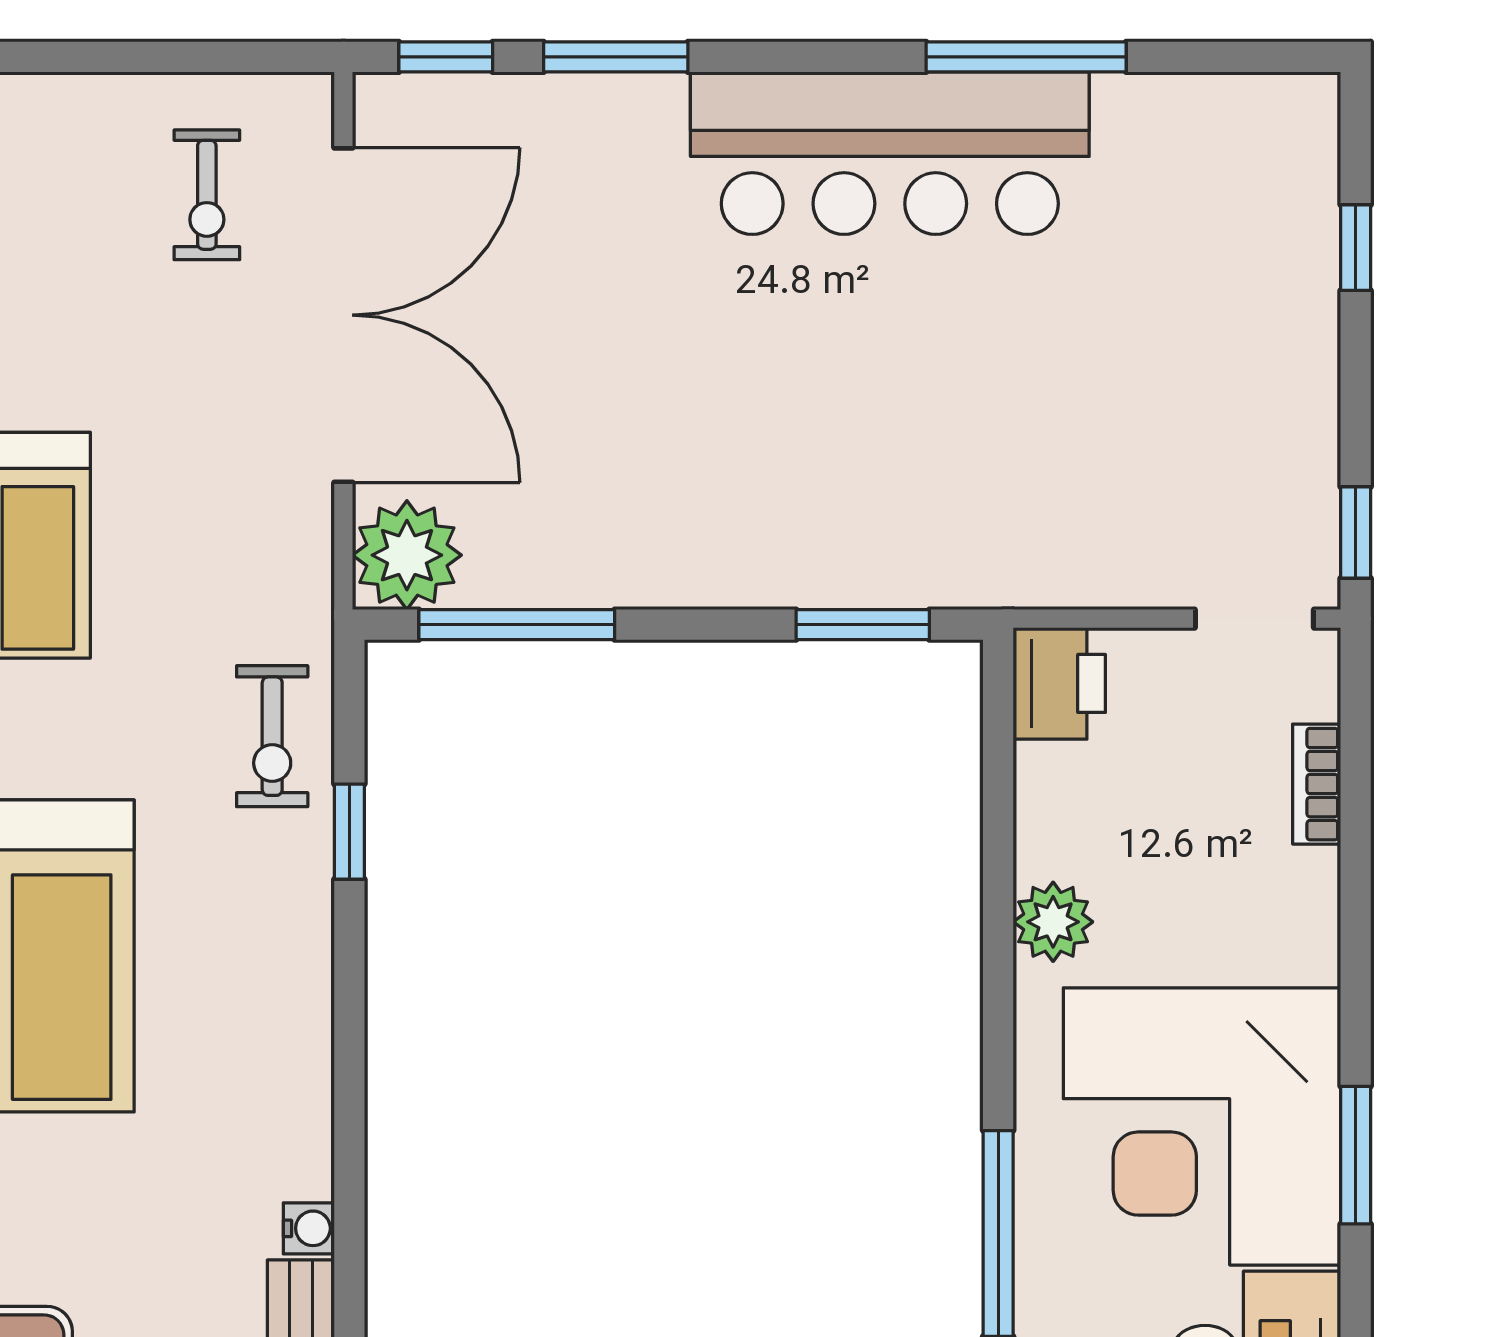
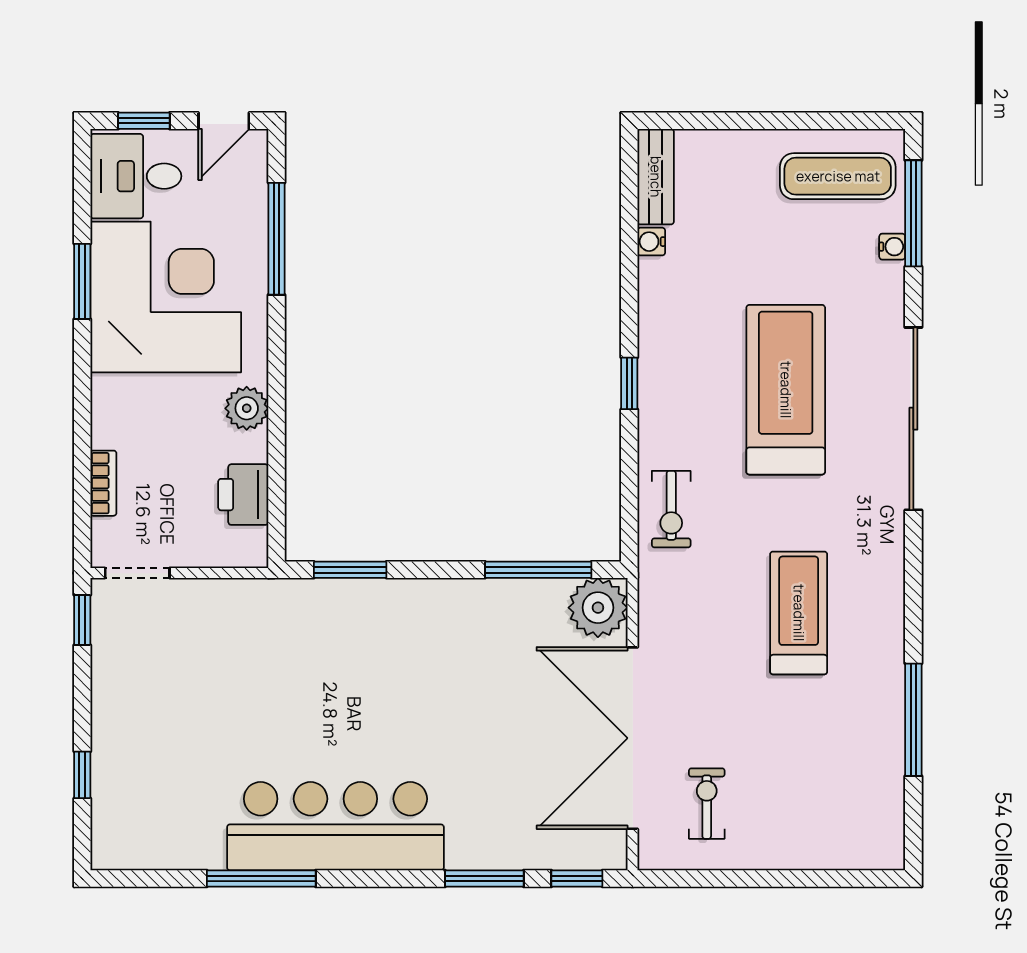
printer: (1059, 683) -> (243, 495), moved
exercise bike: (272, 736) -> (671, 509), turned 180
window: (349, 832) -> (629, 383), moved

